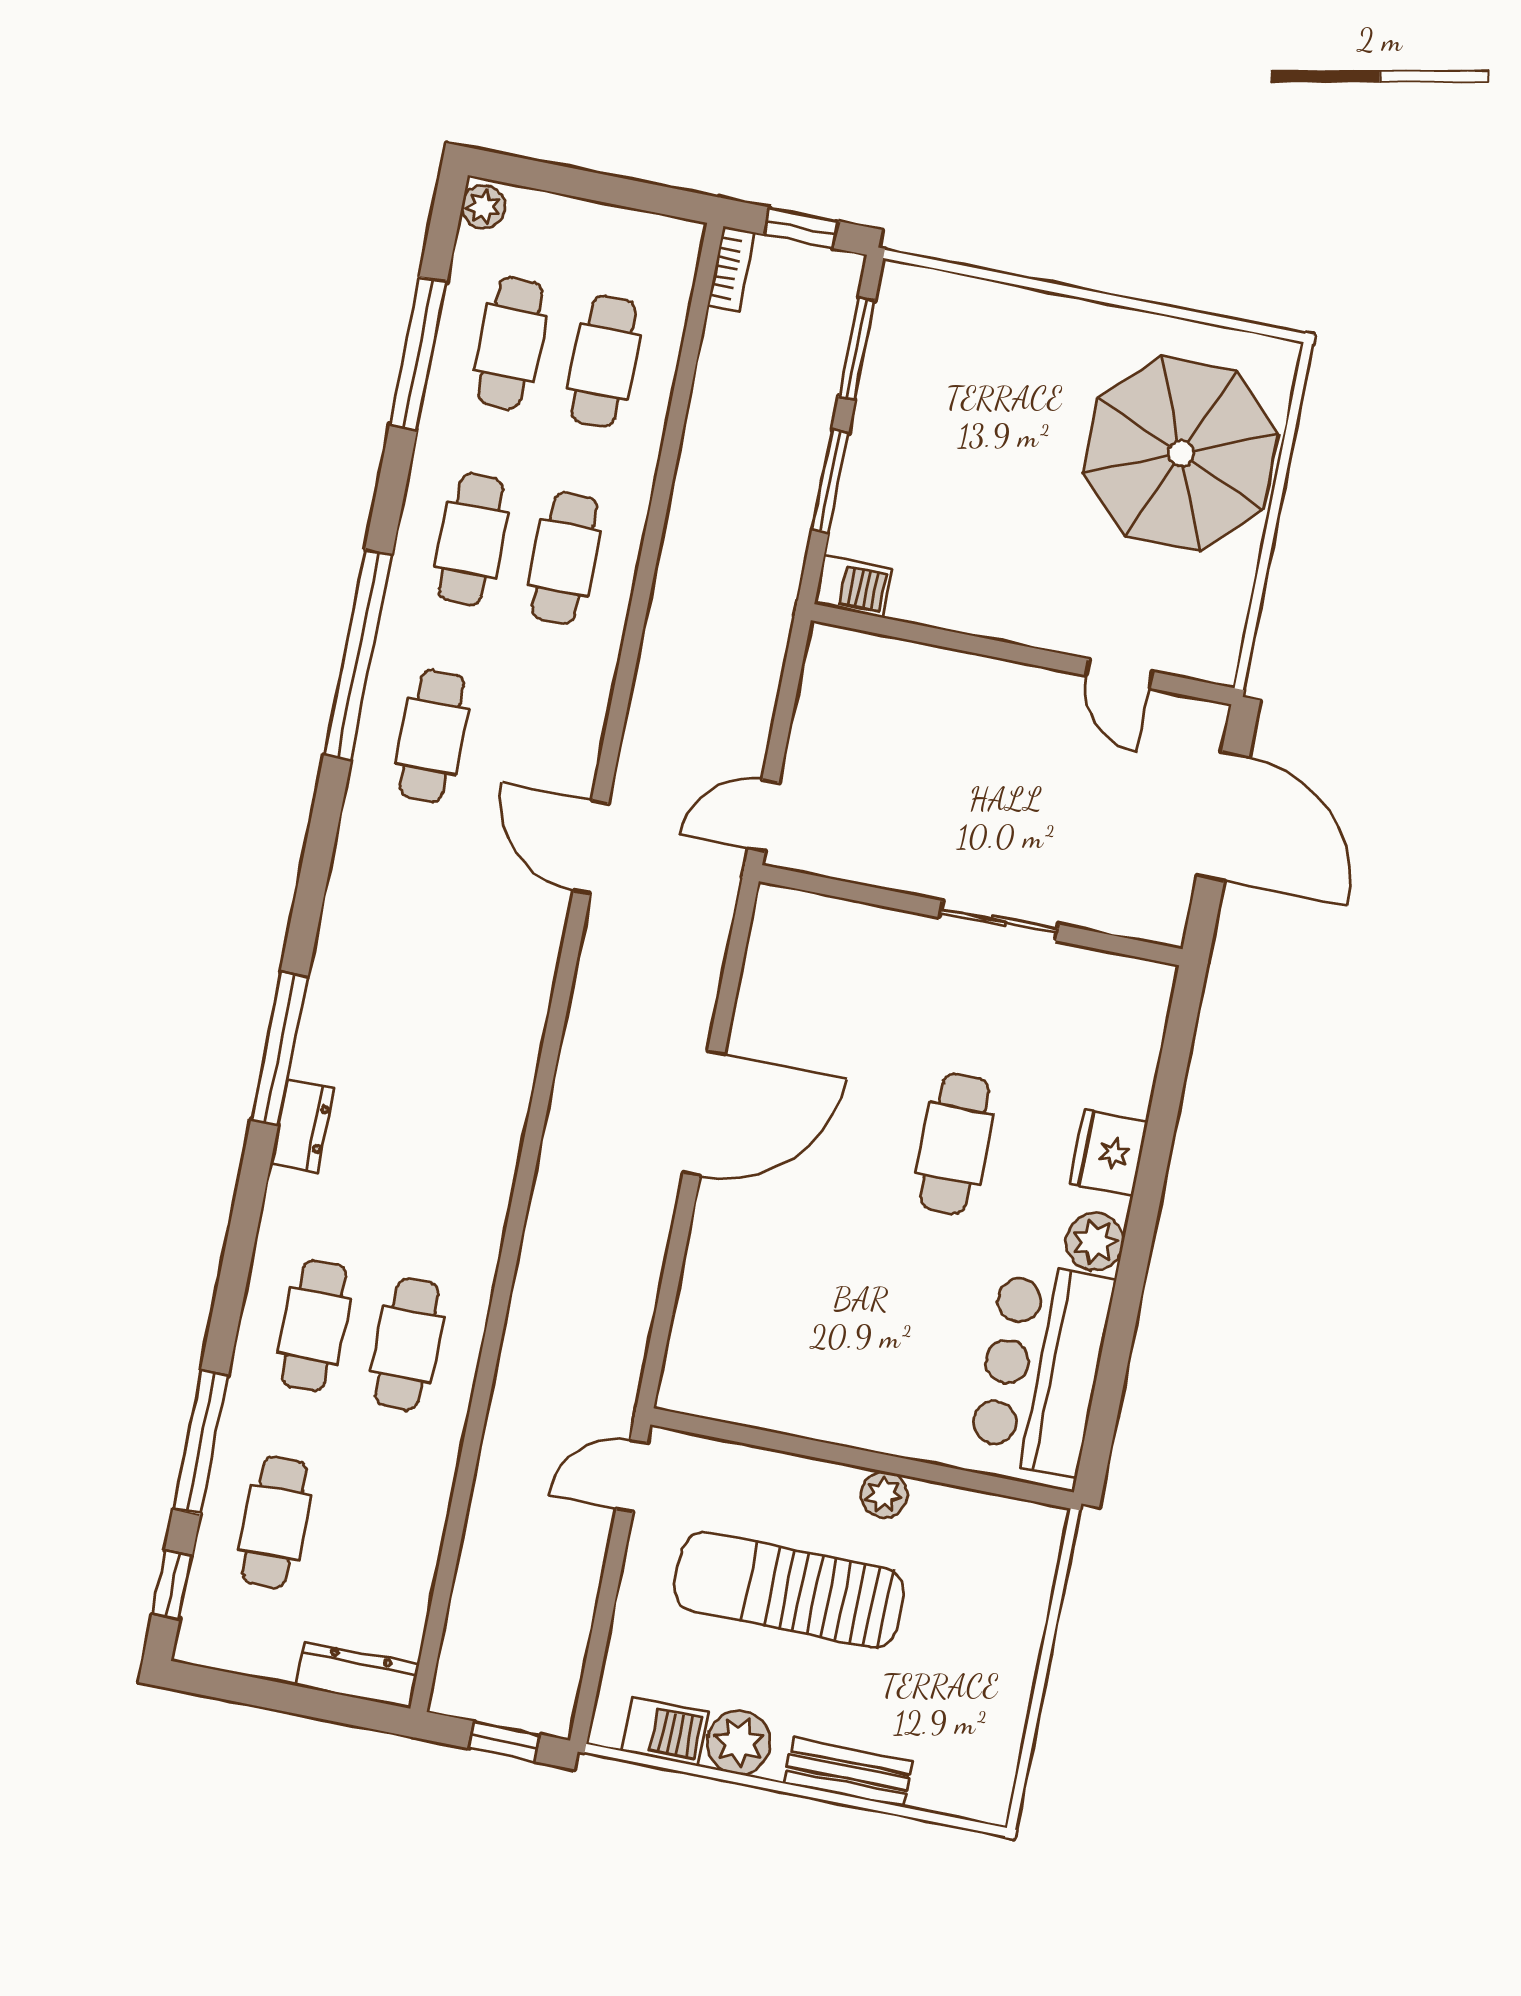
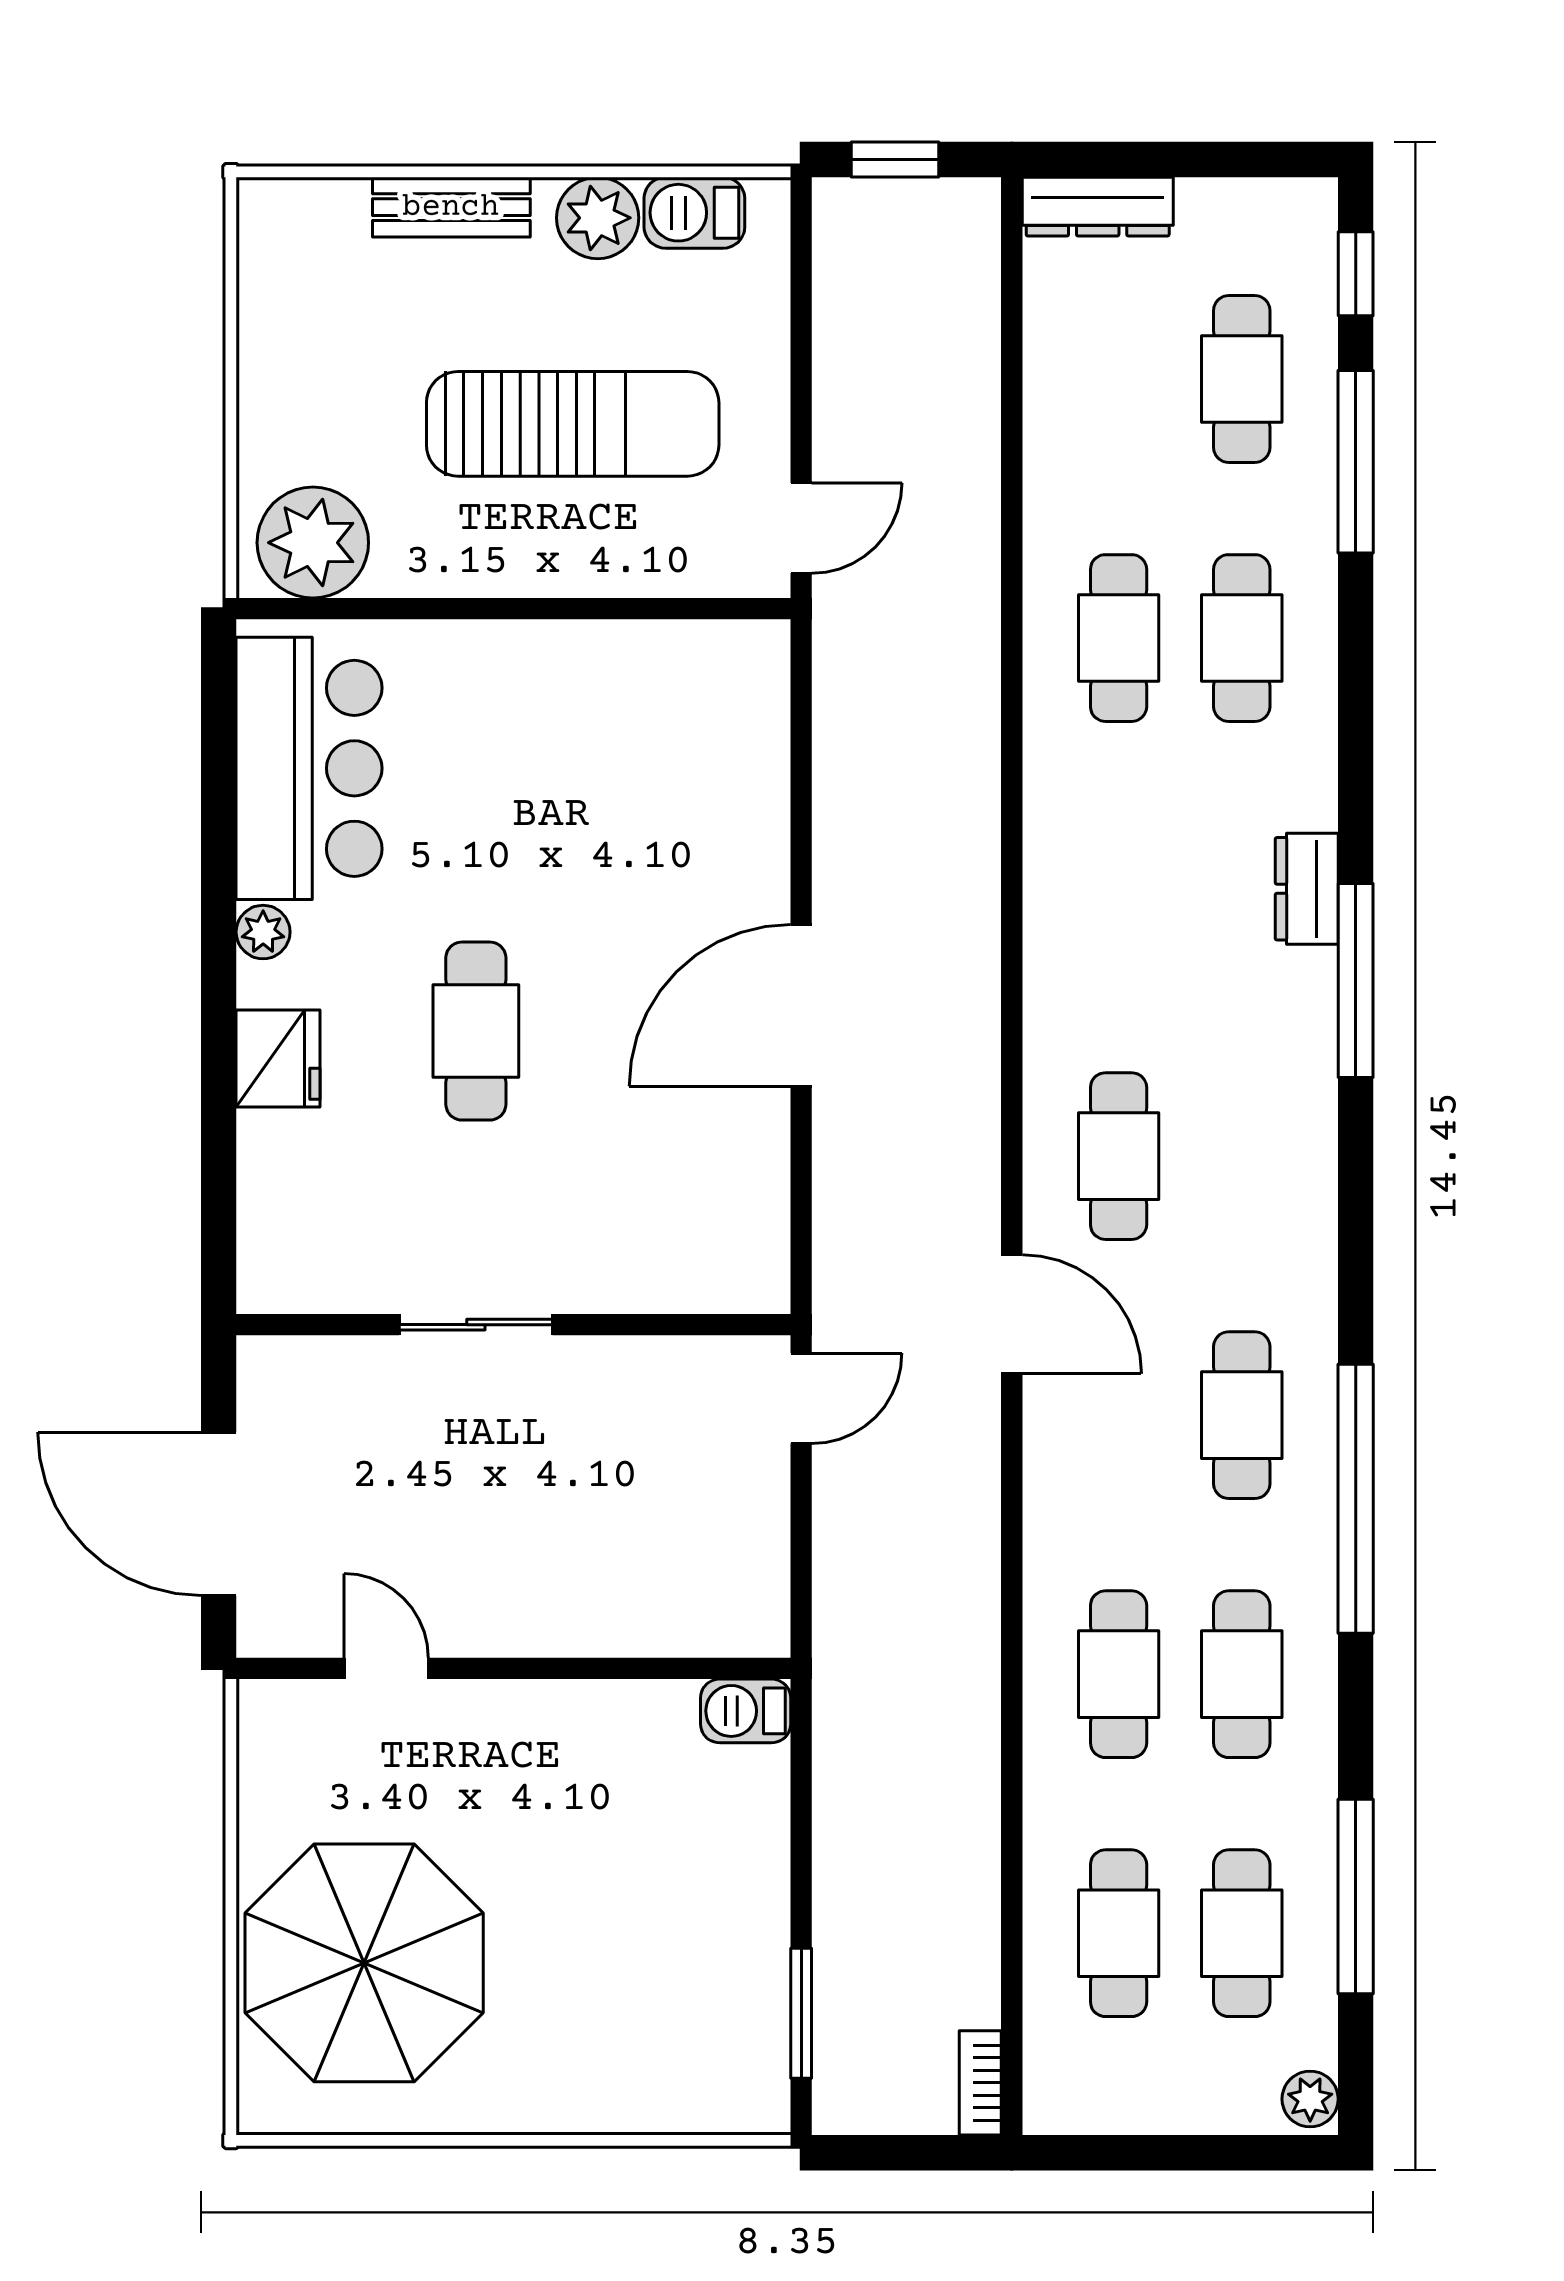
window: (801, 228) -> (902, 2153), removed
window: (830, 481) -> (801, 1839), removed
cafe table: (486, 951) -> (1119, 1156), added
plant: (1095, 1242) -> (263, 932), width x0.73, depth x0.73
plant: (884, 1495) -> (313, 543), moved, width x1.87, depth x1.87

